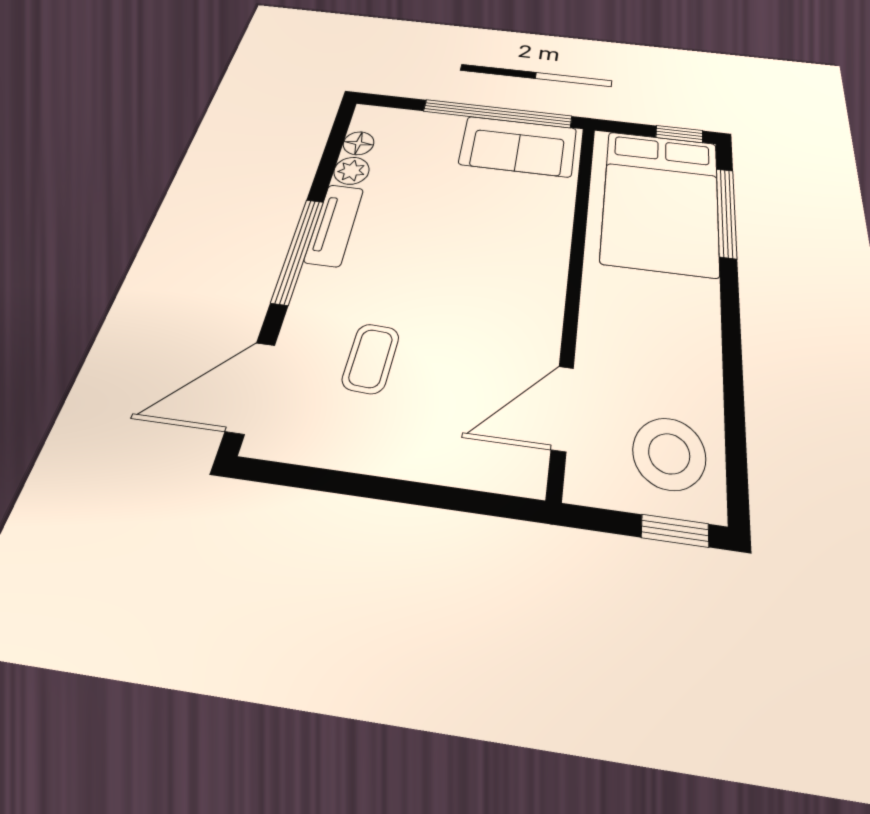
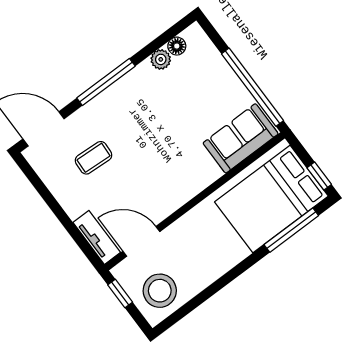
sofa: (518, 146) -> (241, 138), moved, turned 90
tv unit: (334, 225) -> (97, 237), moved, turned -90
window: (675, 531) -> (120, 293), moved

